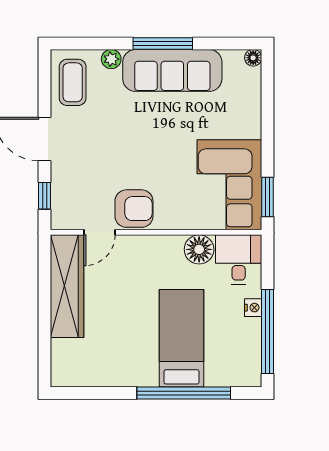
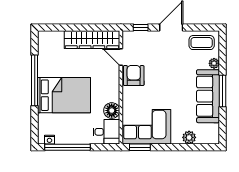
floor lamp: (253, 58) -> (215, 140), removed
plant: (249, 106) -> (189, 137), added
armchair: (134, 209) -> (134, 76), turned 180
nightstand: (253, 308) -> (49, 140), moved
bed: (181, 338) -> (64, 95), width x1.50
window: (184, 393) -> (35, 80), moved

